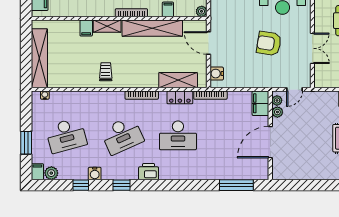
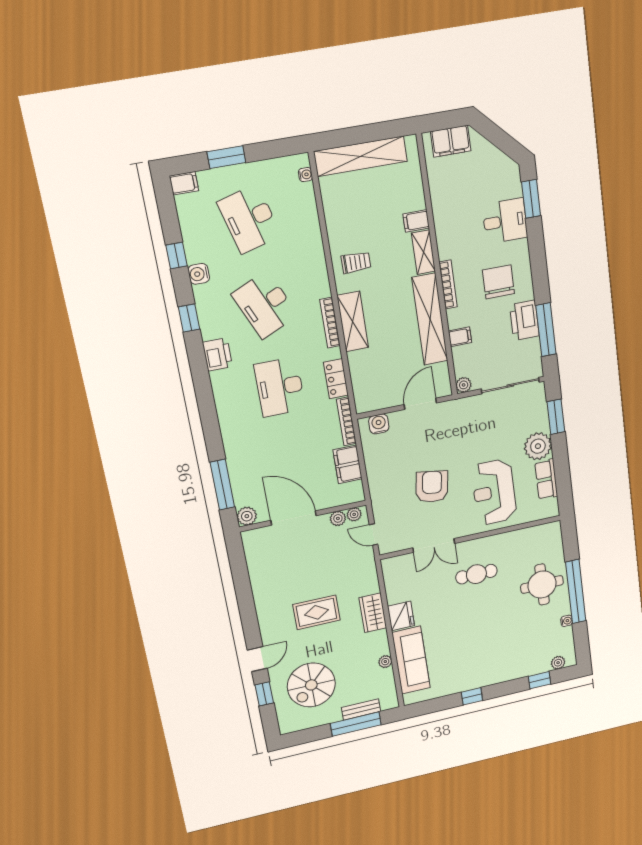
shelving: (178, 80) -> (353, 322), moved
filing cabinet: (260, 103) -> (348, 464), moved, turned -90
plant: (51, 173) -> (247, 516), moved

